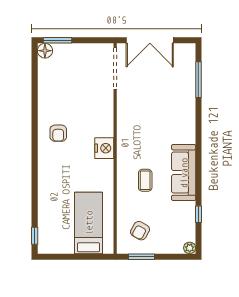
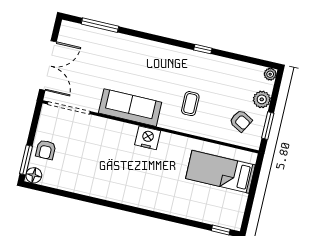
armchair: (58, 133) -> (46, 150), moved, turned 90
sofa: (184, 173) -> (130, 108), moved, turned 180
coffee table: (145, 180) -> (190, 104), turned 90
window: (198, 214) -> (203, 49), moved
plant: (164, 246) -> (262, 99), added

